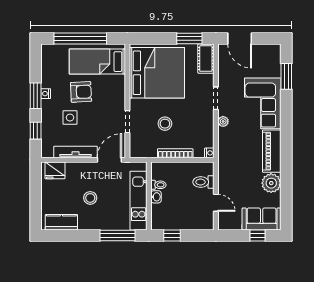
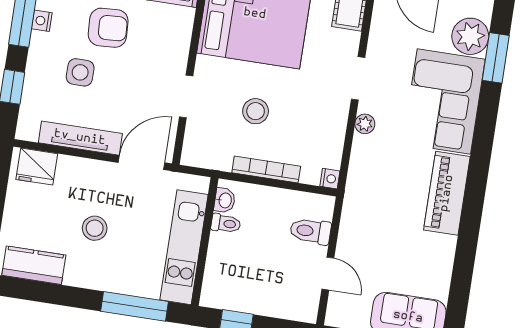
plant: (271, 183) -> (470, 36), moved
washbasin: (156, 197) -> (225, 200), moved

